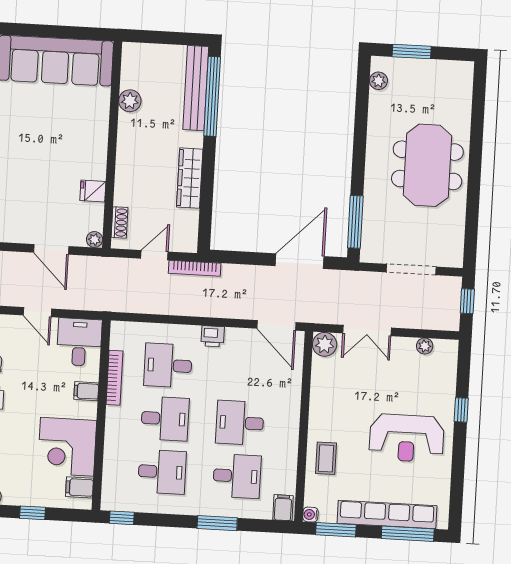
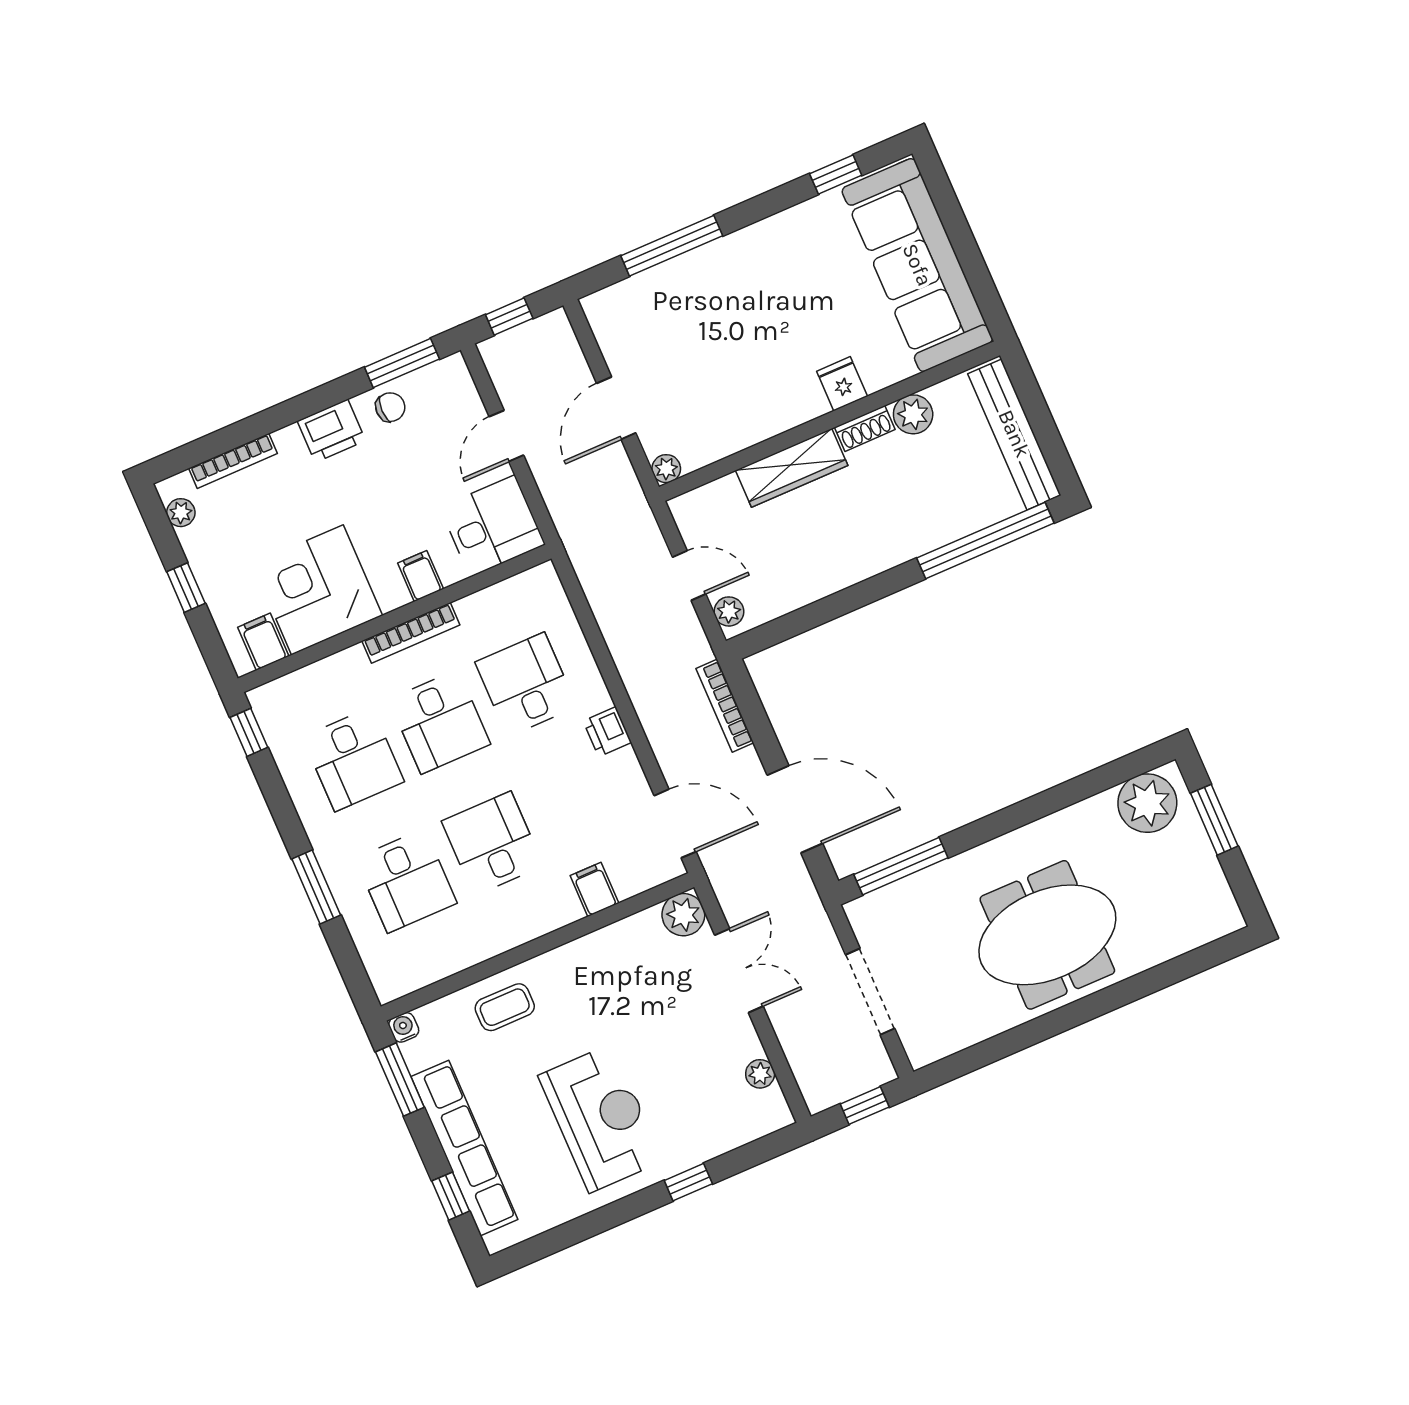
plant: (378, 81) -> (1147, 803), width x1.87, depth x1.87
bench: (196, 88) -> (1014, 434), moved, turned 90
wardrobe: (190, 178) -> (792, 468), moved, turned 180
fridge: (93, 191) -> (842, 384), moved
shoe rack: (119, 222) -> (865, 428), moved
plant: (183, 244) -> (729, 611), added
bookcase: (195, 268) -> (725, 706), moved
door: (276, 325) -> (675, 824), swing flipped
double door: (367, 330) -> (739, 971), swing flipped
bookcase: (114, 378) -> (411, 633), moved
reception desk: (407, 438) -> (601, 1118), turned 180
filing cabinet: (283, 508) -> (594, 889), moved, turned -90
window: (408, 534) -> (451, 1196), width x0.46

